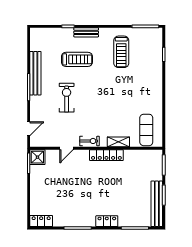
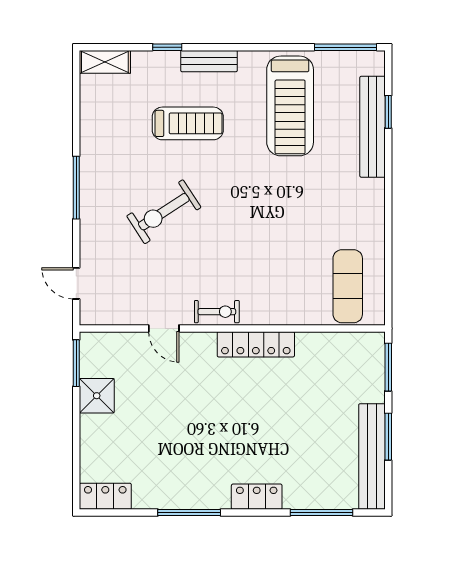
treadmill: (121, 52) -> (290, 106), width x1.37, depth x1.38
bench: (35, 73) -> (373, 127), moved
exercise bike: (67, 98) -> (164, 212), turned -123
door: (29, 129) -> (76, 283), swing flipped
shelving: (118, 142) -> (105, 62), moved
door: (67, 148) -> (164, 328), hinge flipped
shower: (37, 157) -> (97, 396), moved

